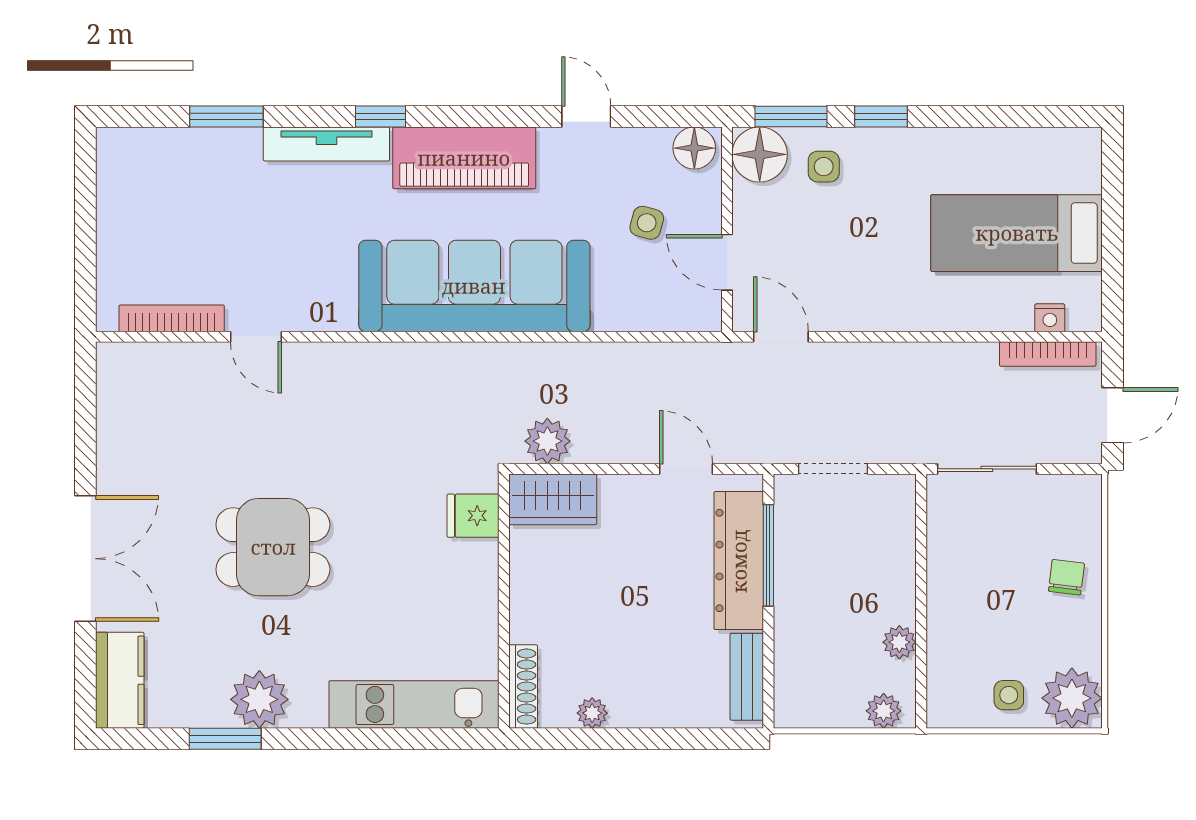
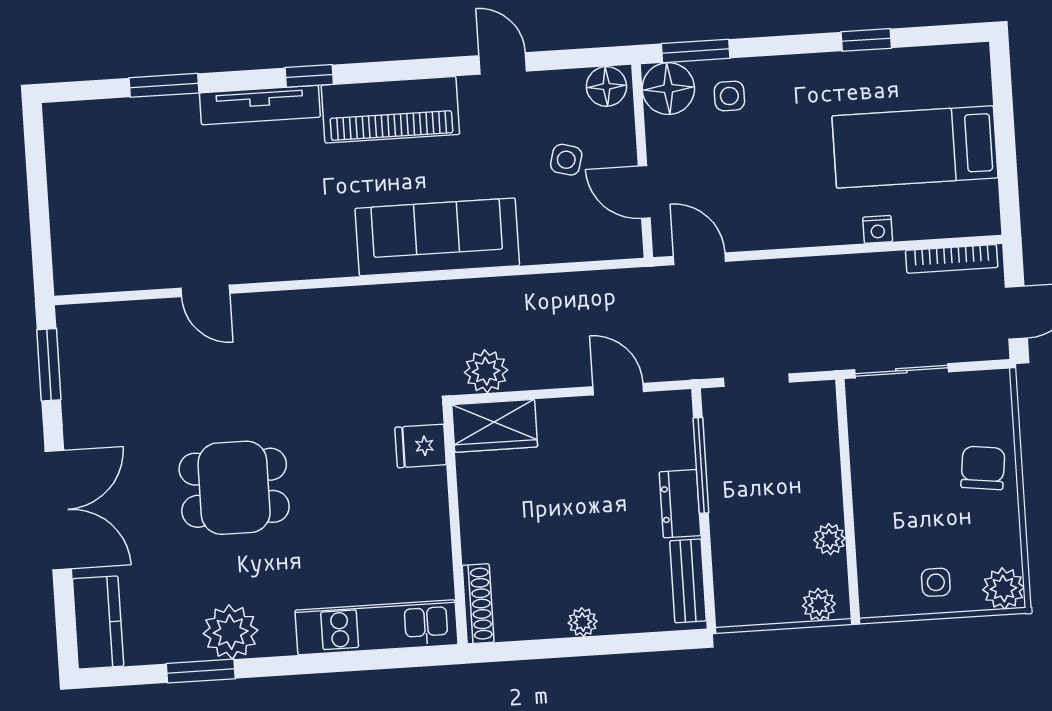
window: (881, 117) -> (866, 40), moved
sofa: (474, 286) -> (437, 237), width x0.74, depth x0.79
bookcase: (172, 318) -> (125, 279), removed
nightstand: (1050, 318) -> (878, 229), moved
window: (85, 404) -> (49, 365), added
dresser: (739, 561) -> (680, 504), width x0.51, depth x0.80
chair: (1066, 577) -> (983, 468), width x1.37, depth x1.37
plant: (1072, 698) -> (1003, 588), width x0.73, depth x0.73
plant: (592, 713) -> (583, 622), moved

